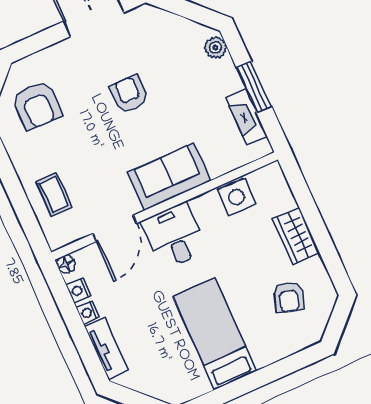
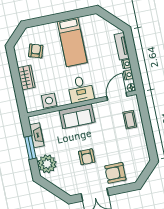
plant: (216, 48) -> (47, 164), width x1.88, depth x1.88
armchair: (37, 105) -> (115, 173), moved, turned -91
door: (115, 228) -> (117, 96), moved

